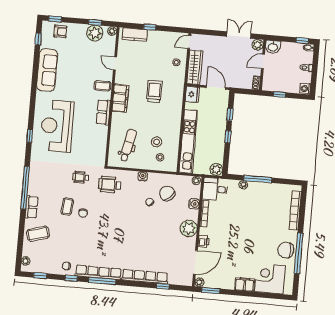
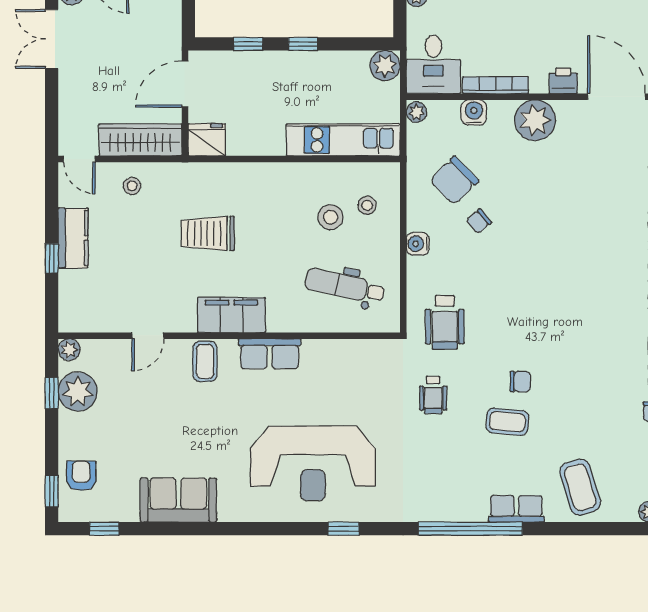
kitchen counter: (135, 35) -> (73, 238), moved
sofa: (47, 70) -> (178, 500), width x0.73
kitchen unit: (188, 141) -> (343, 140), width x0.73

